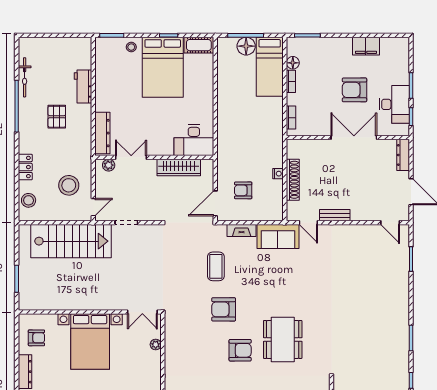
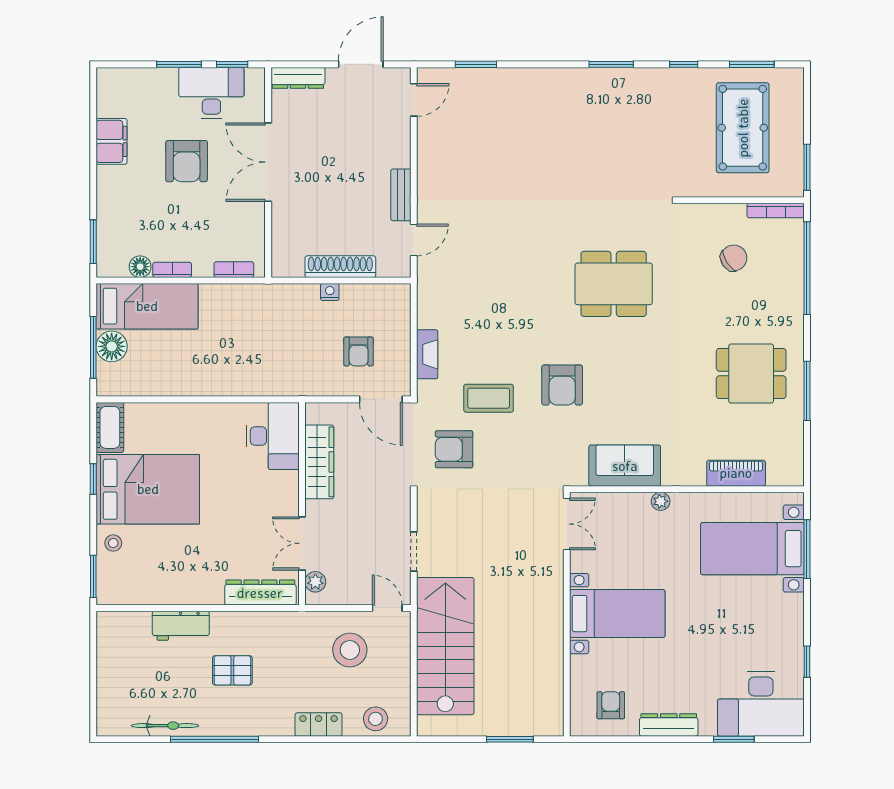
sofa: (278, 236) -> (625, 466), moved, turned -90
bed with nightstands: (90, 342) -> (617, 614), width x0.73
plant: (156, 344) -> (661, 501), moved
armchair: (240, 350) -> (454, 449), moved, turned -90

